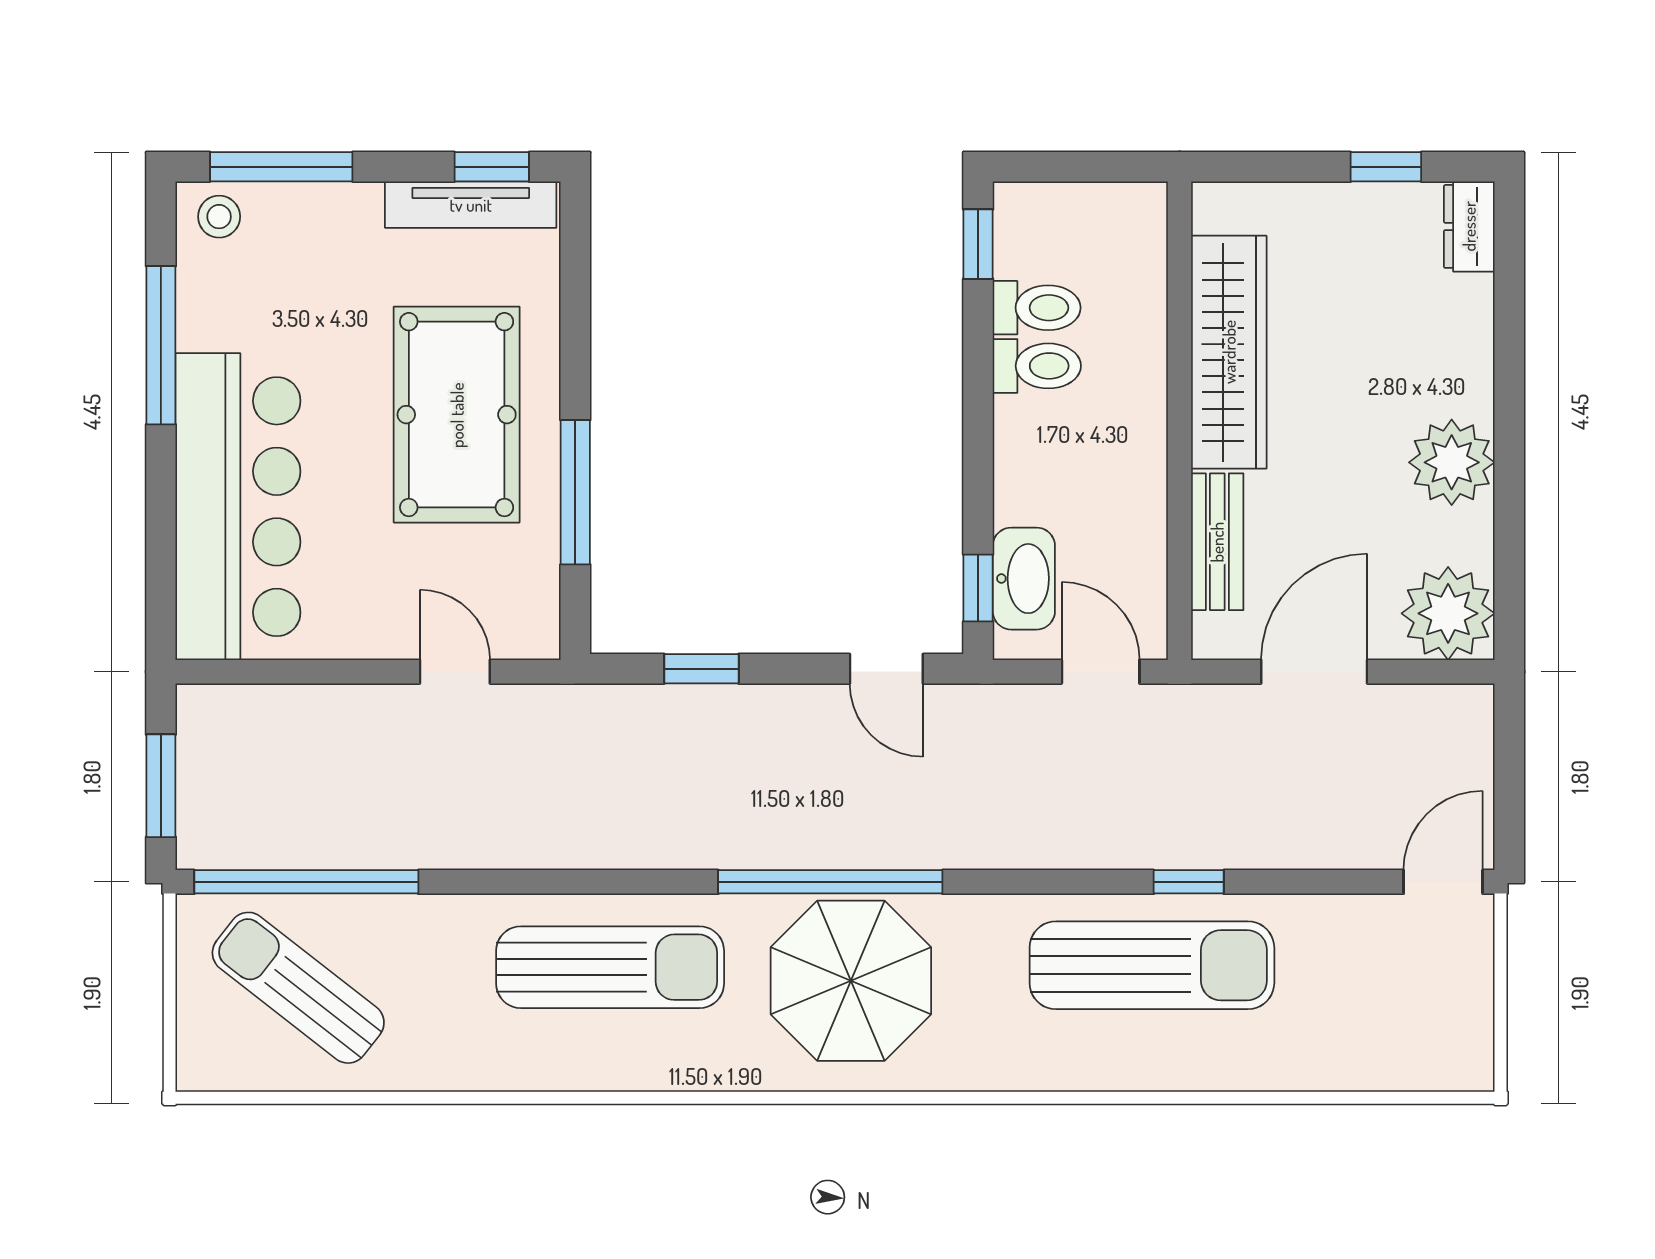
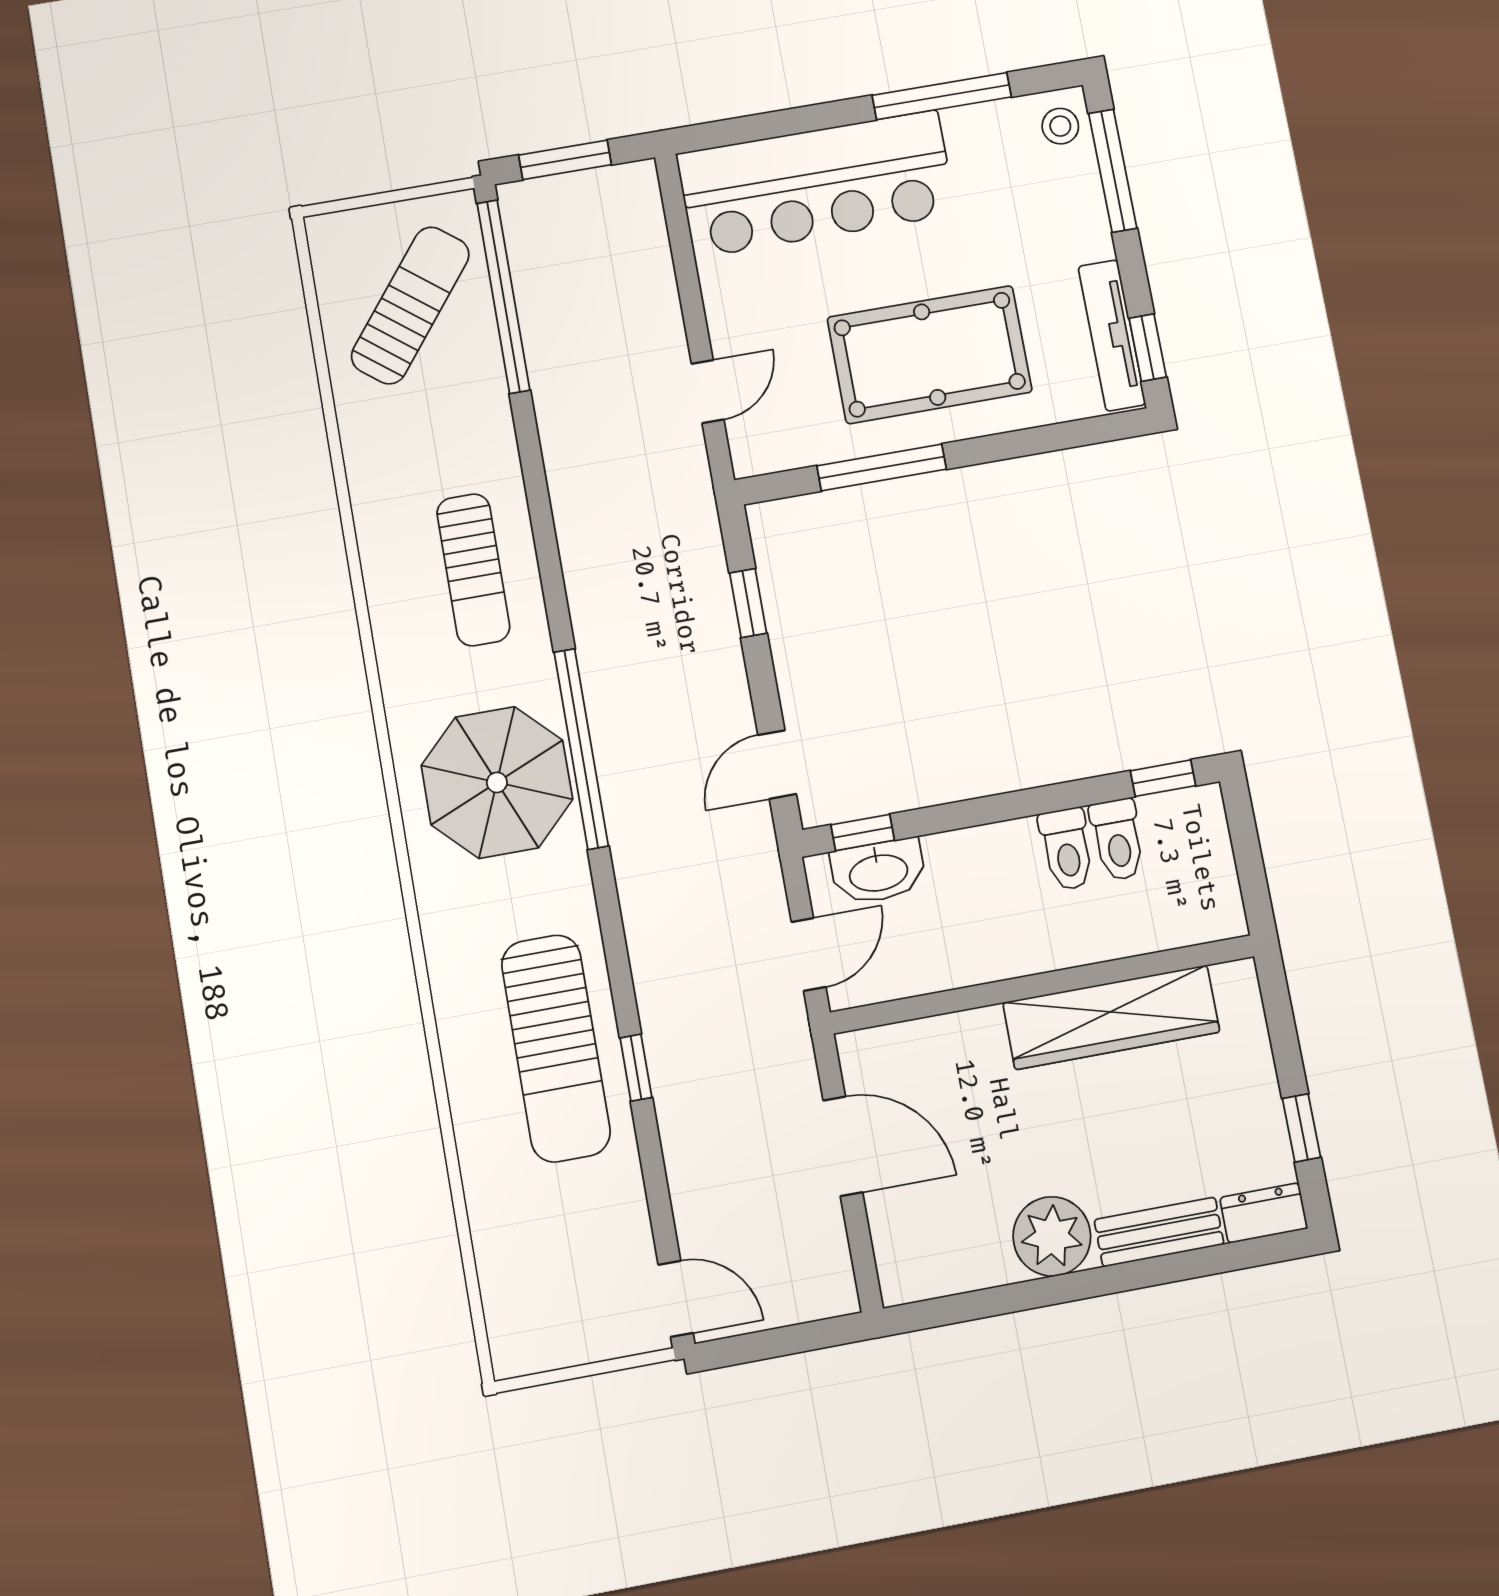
bench: (1217, 542) -> (1159, 1232), moved
plant: (1448, 613) -> (917, 1258), removed
sun lounger: (610, 967) -> (473, 570), width x0.73, depth x0.75

